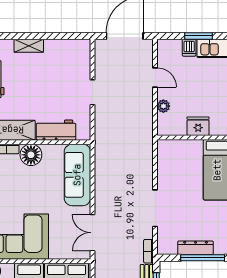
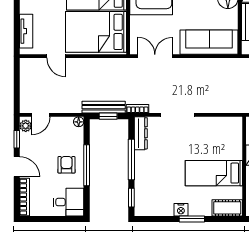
dresser: (196, 248) -> (141, 133), moved

